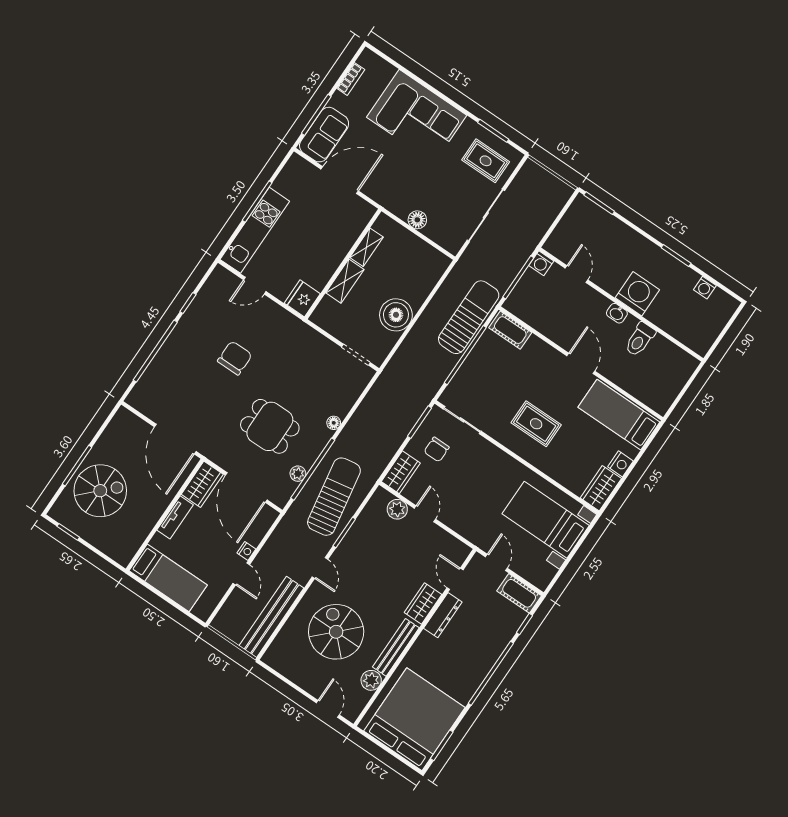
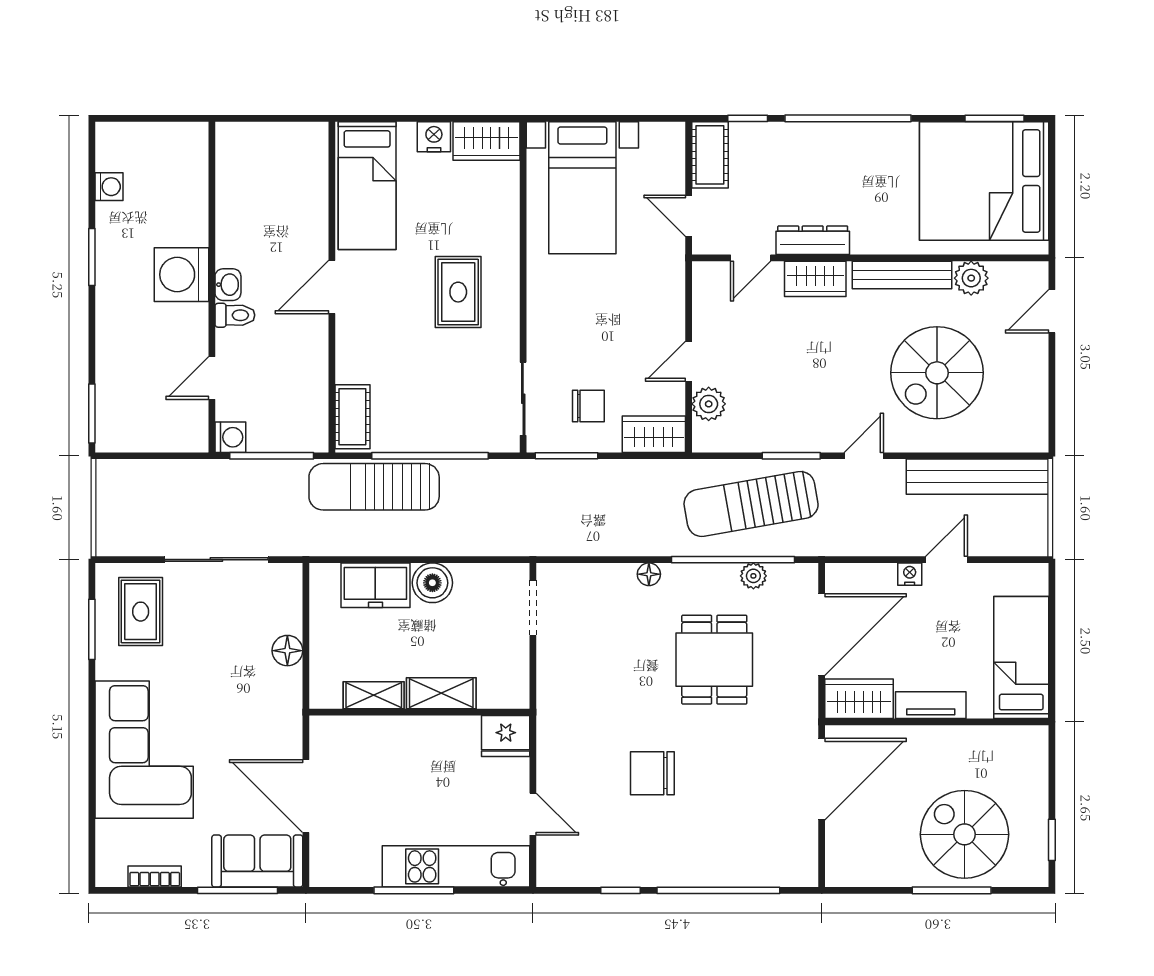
freezer: (420, 285) -> (375, 585), added
boiler: (396, 315) -> (432, 583), width x0.73, depth x0.73
toilet: (640, 339) -> (235, 315), moved, width x0.73, depth x0.72
door: (496, 562) -> (689, 216), hinge flipped

